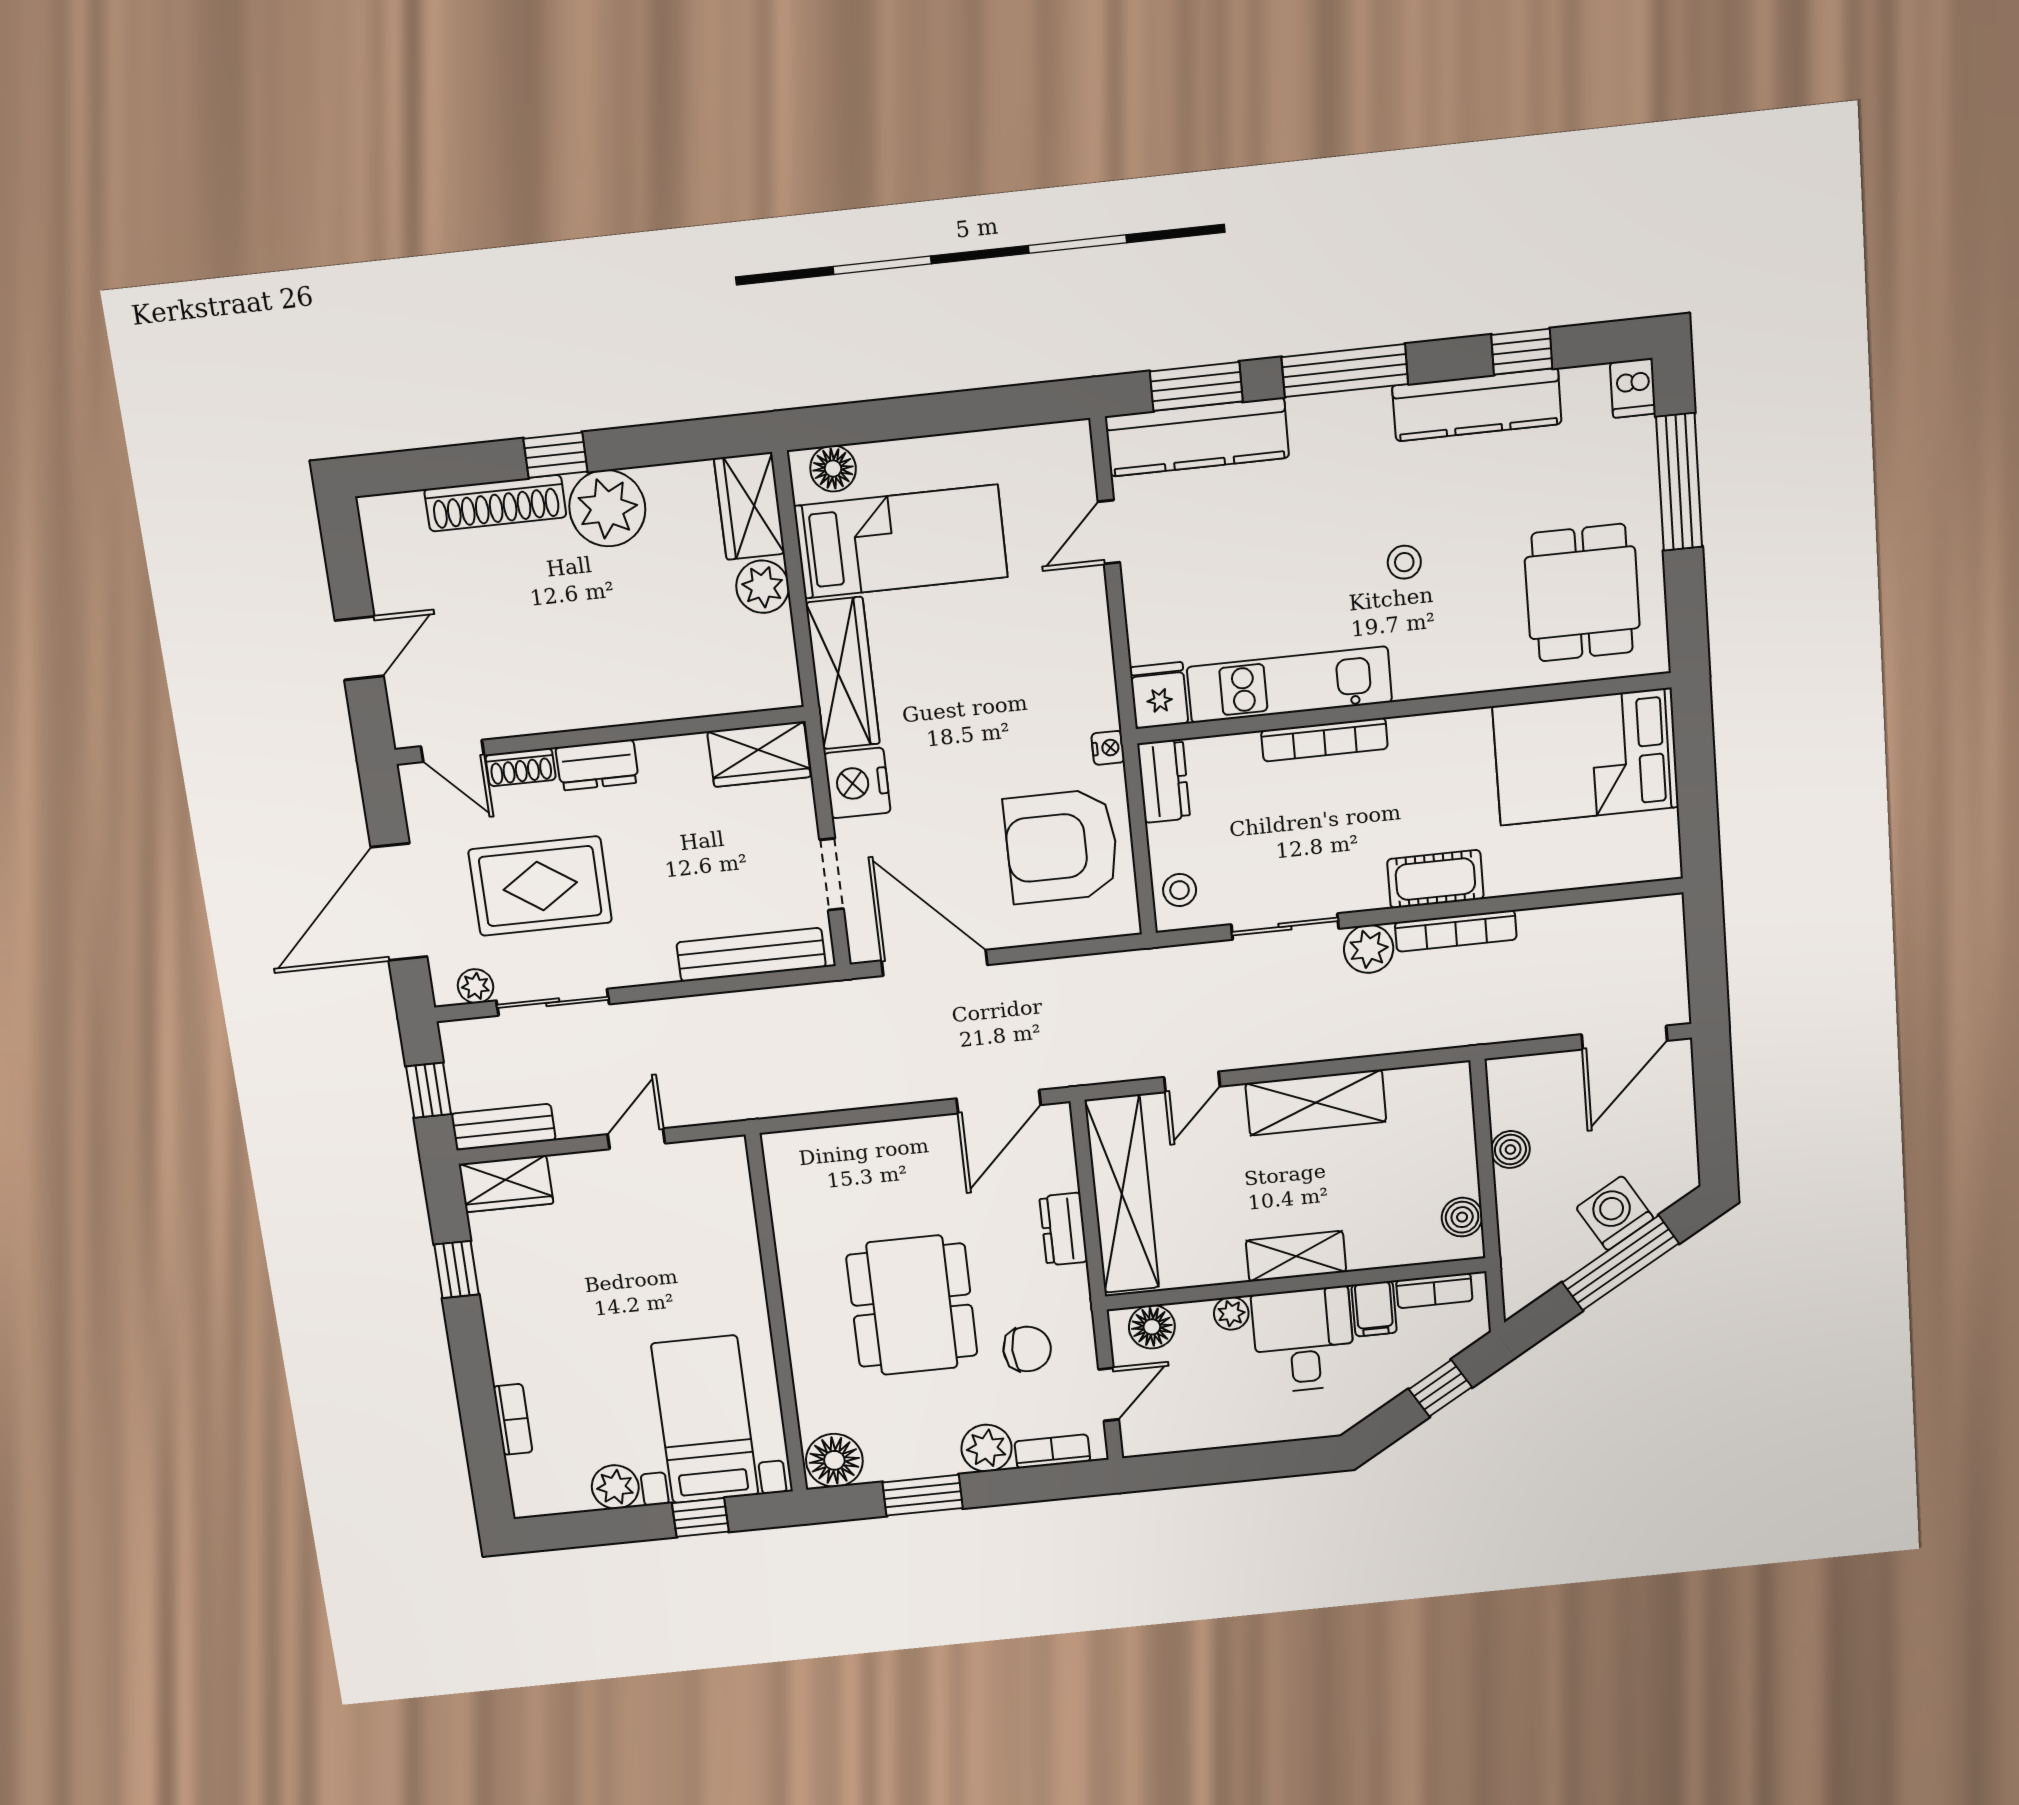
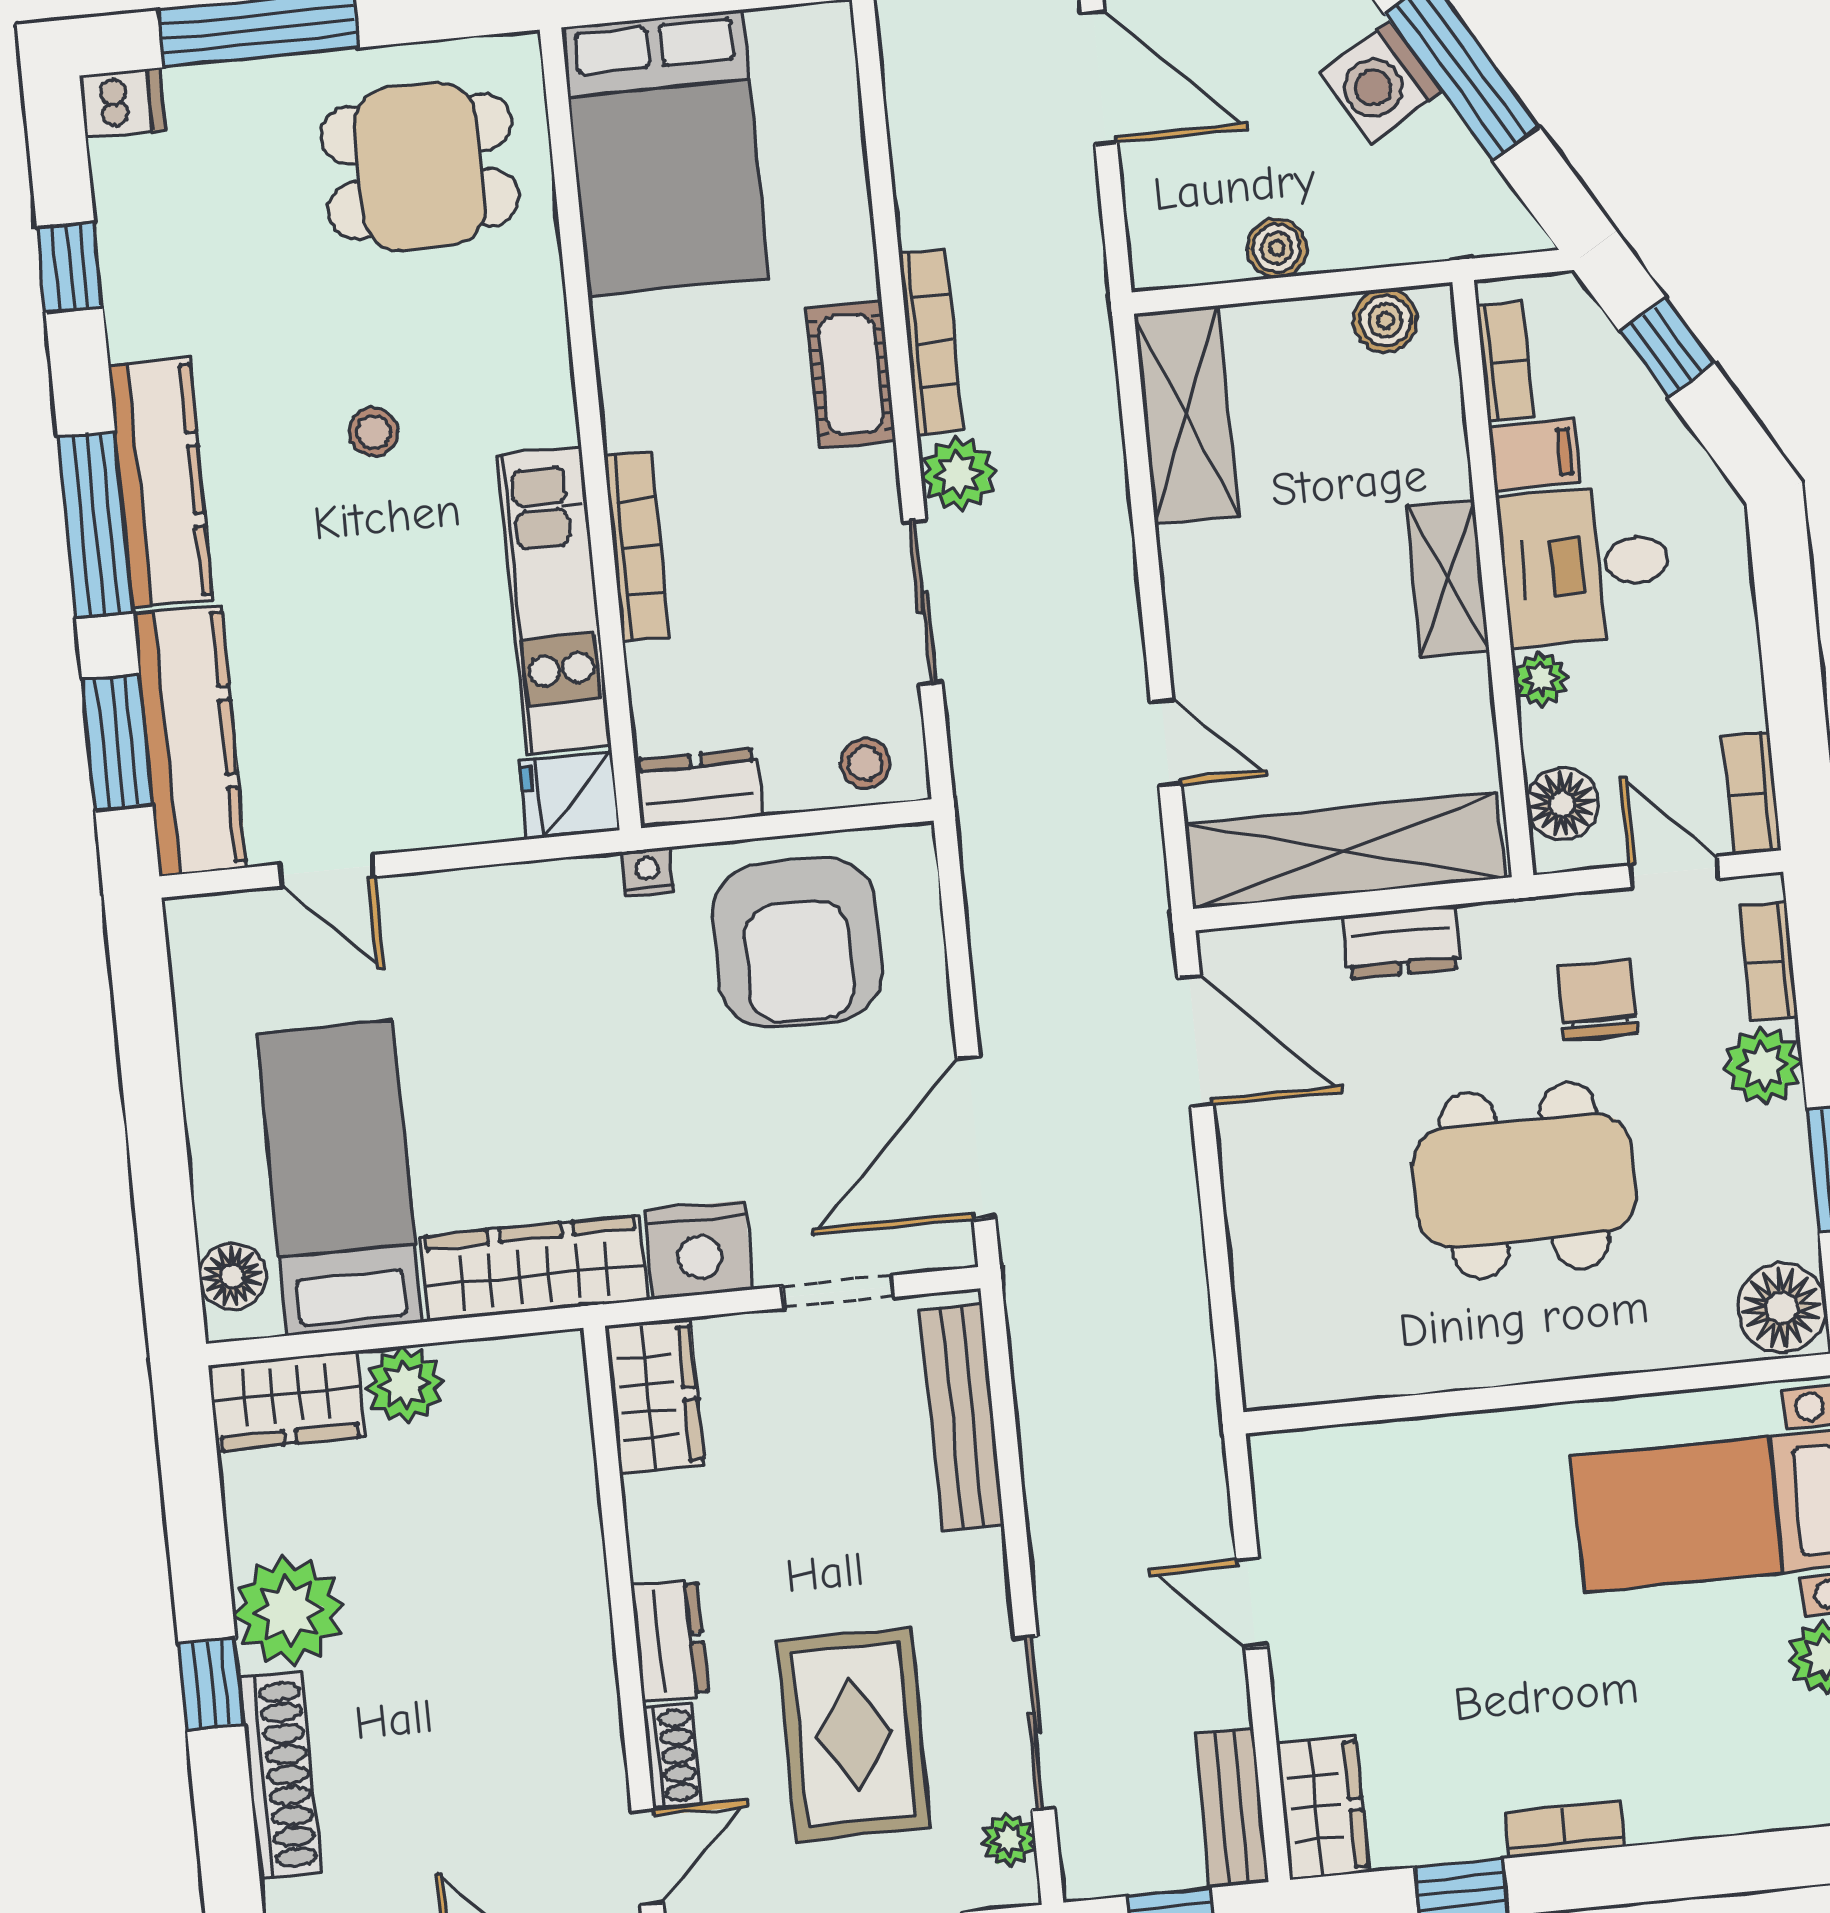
kitchen counter: (1477, 405) -> (161, 483), moved
shelving: (1316, 1103) -> (1186, 415), moved
bookcase: (513, 1419) -> (1564, 1829), moved
bookcase: (1158, 1441) -> (1752, 794), added

